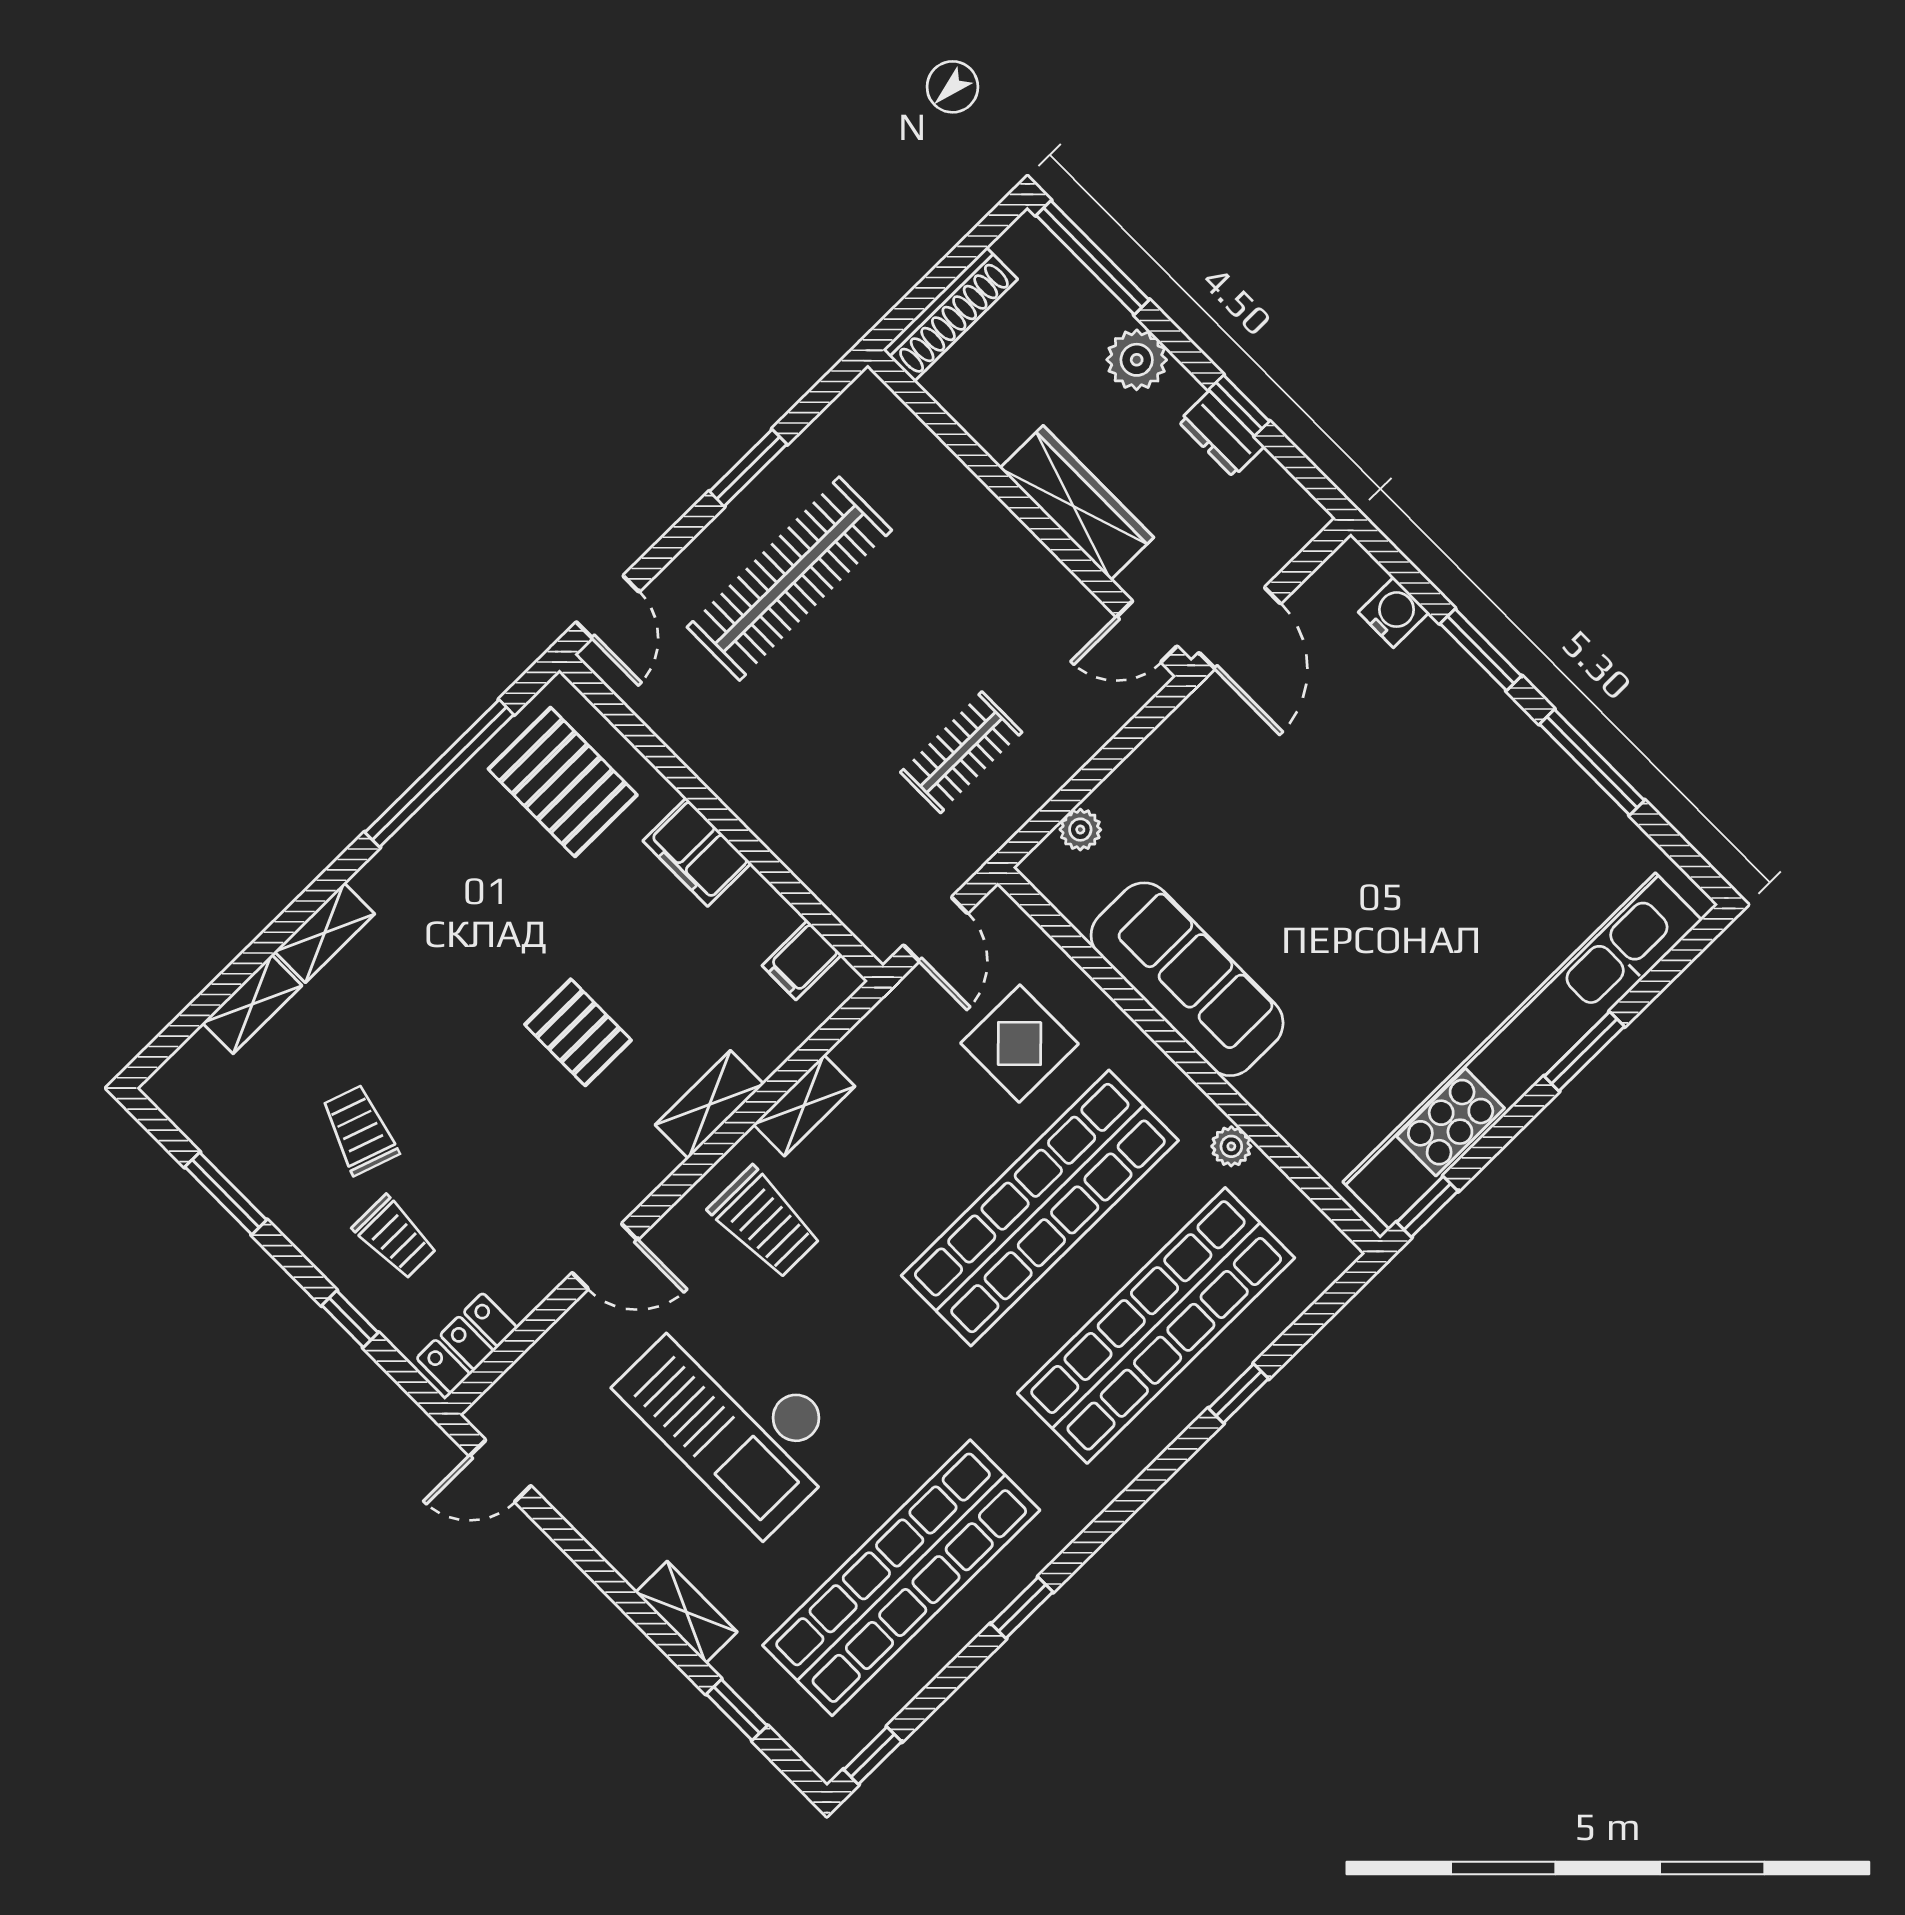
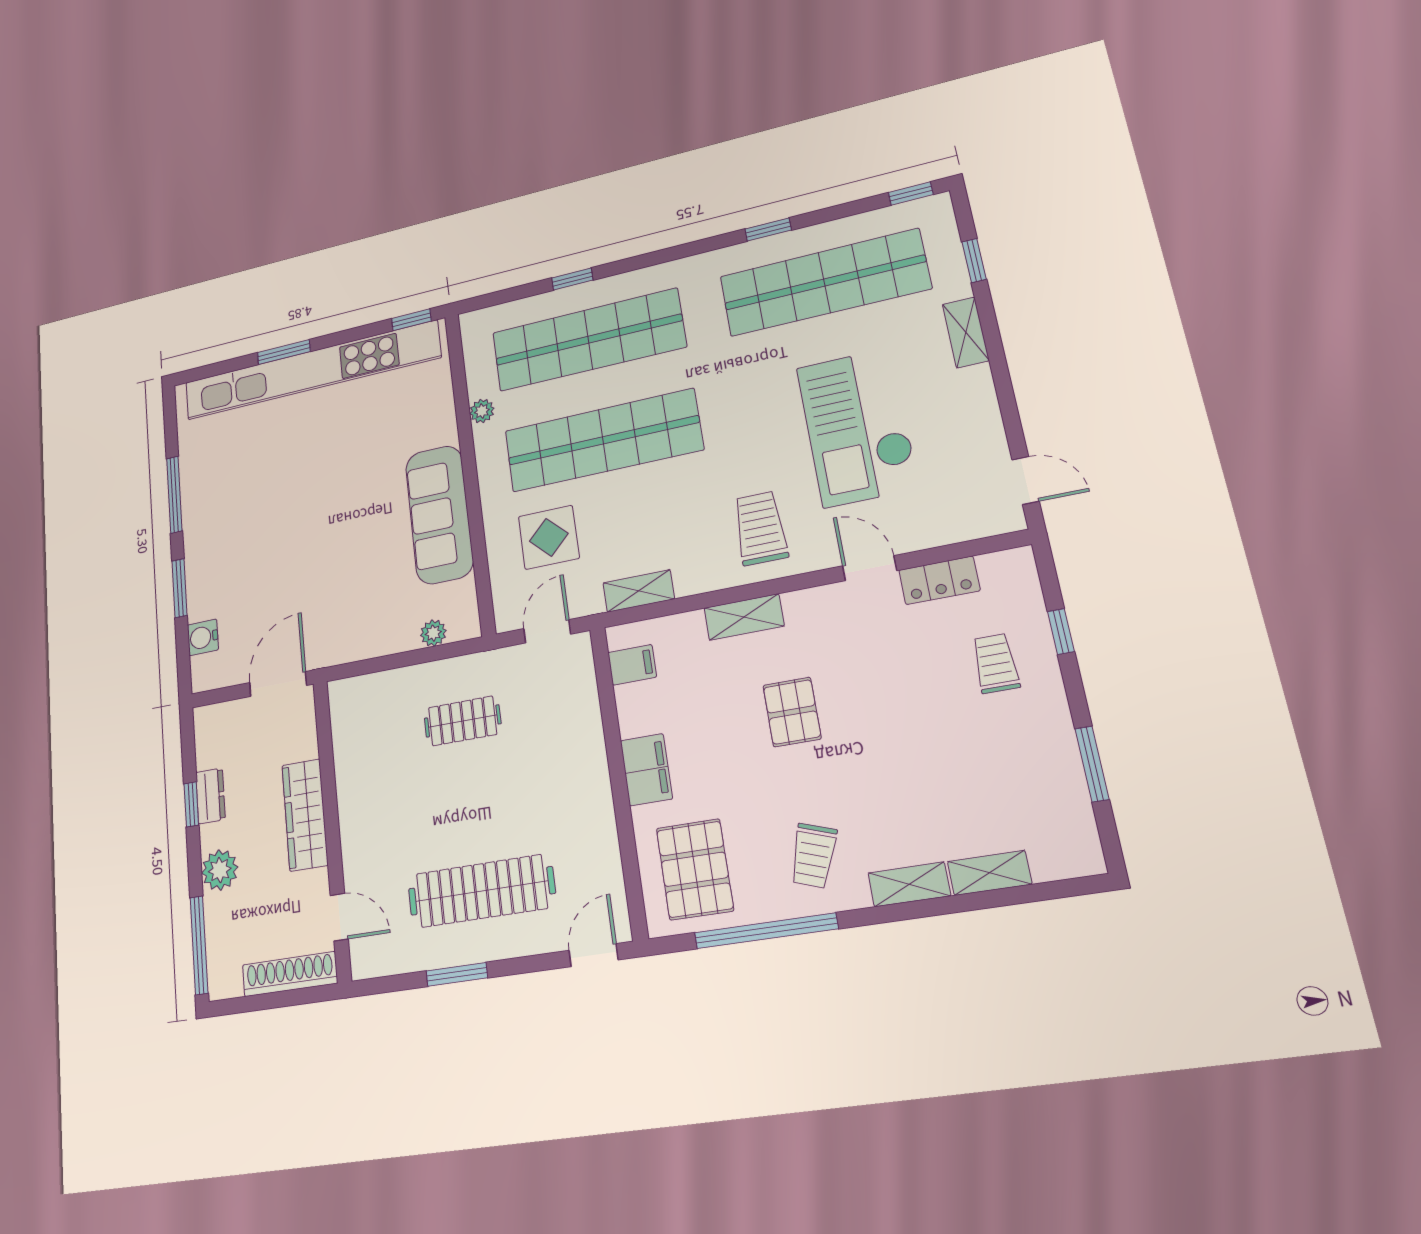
door: (1147, 632) -> (339, 917), moved
shelving: (804, 1105) -> (639, 591), moved
trolley: (360, 1130) -> (813, 856), moved
locker: (467, 1343) -> (939, 580), moved
checkout: (735, 1417) -> (857, 427), turned 180

